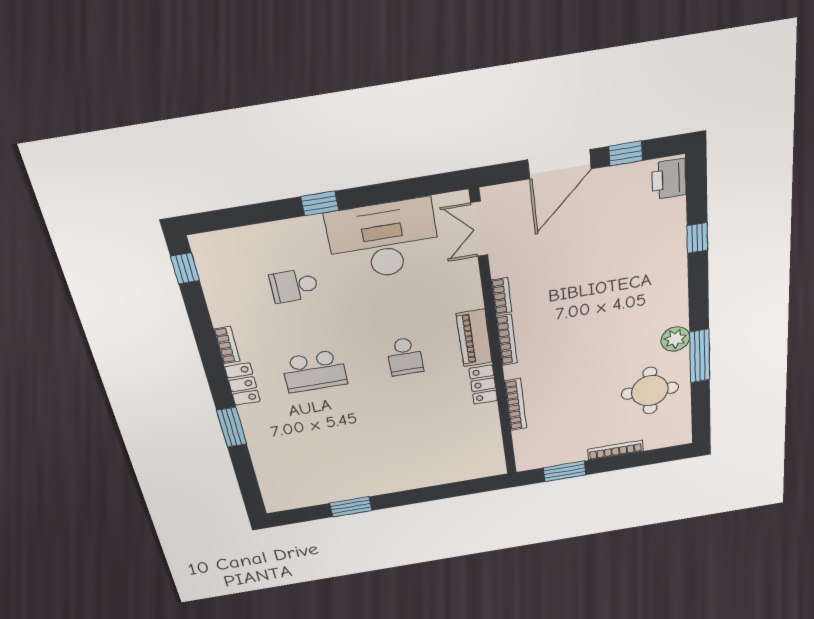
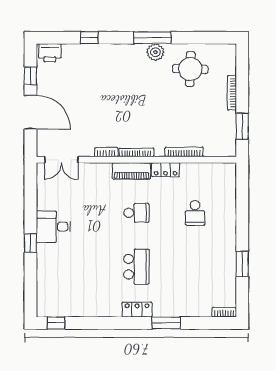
desk: (383, 240) -> (53, 227), width x0.53, depth x0.77
school desk: (294, 286) -> (195, 213), moved
bookcase: (227, 345) -> (224, 312), moved
window: (700, 356) -> (152, 38), moved

